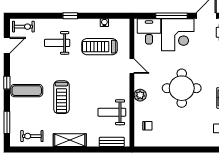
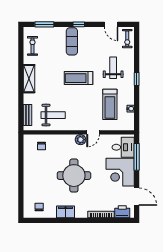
window: (172, 16) -> (137, 157), moved
treadmill: (100, 47) -> (110, 104), turned 180
plant: (140, 95) -> (81, 140), moved
treadmill: (61, 97) -> (78, 78), moved
weight bench: (112, 112) -> (53, 115), turned 90

